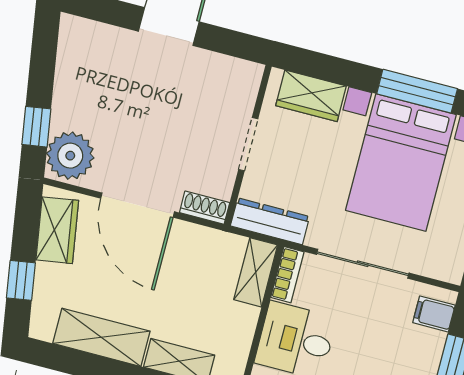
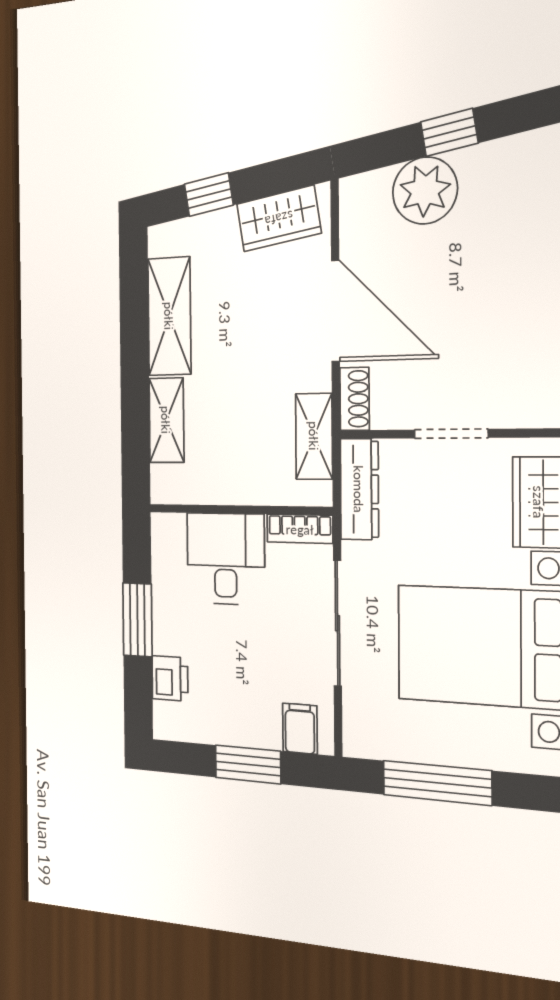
window: (36, 127) -> (449, 132), moved
plant: (70, 156) -> (425, 190), moved
door: (138, 205) -> (335, 311), swing flipped
shelving: (256, 272) -> (314, 436), moved, turned 90

